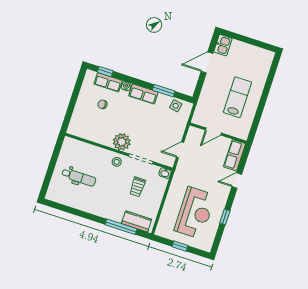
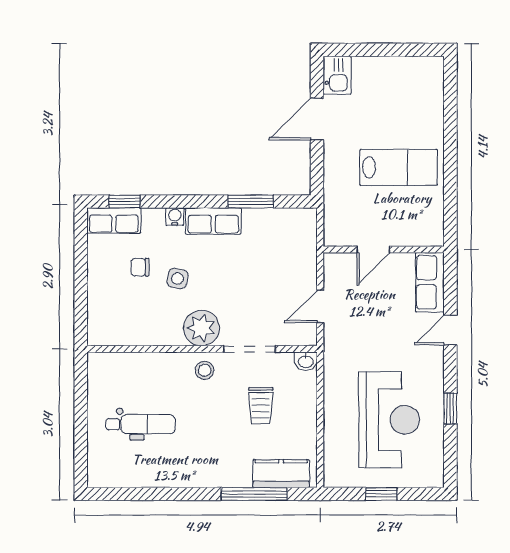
row of seats: (108, 82) -> (114, 221), moved
lab bench: (237, 97) -> (399, 167), turned 90
side table: (176, 106) -> (177, 278), moved

